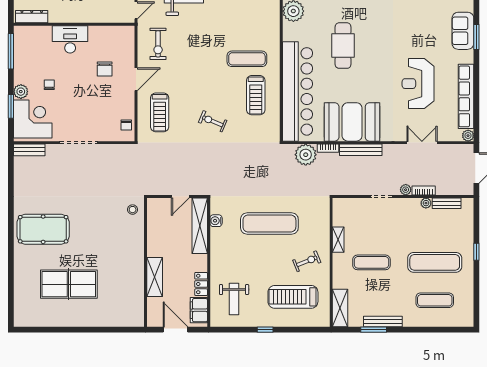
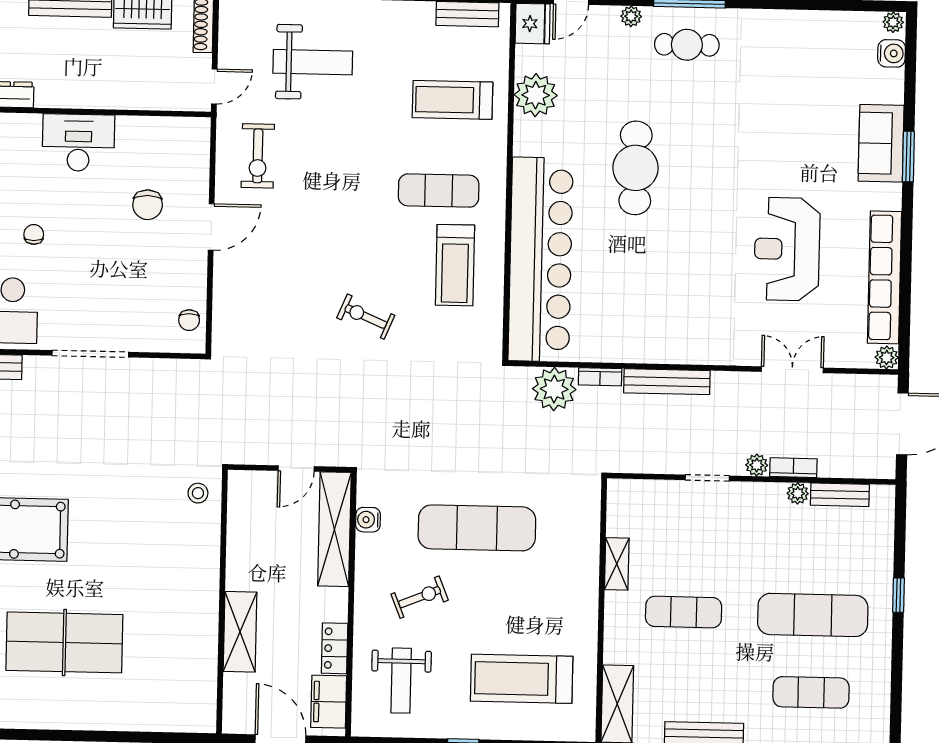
treadmill: (160, 112) -> (453, 100), moved, turned 90
booth: (352, 122) -> (650, 324), removed
exercise bike: (307, 261) -> (420, 597), moved

